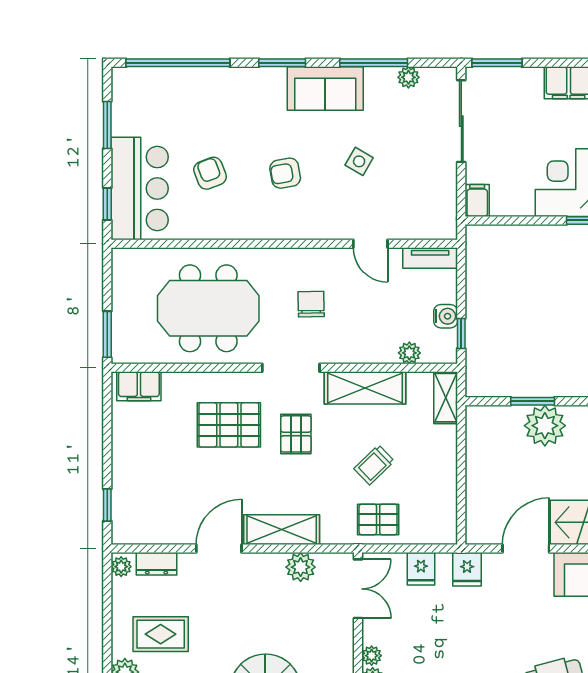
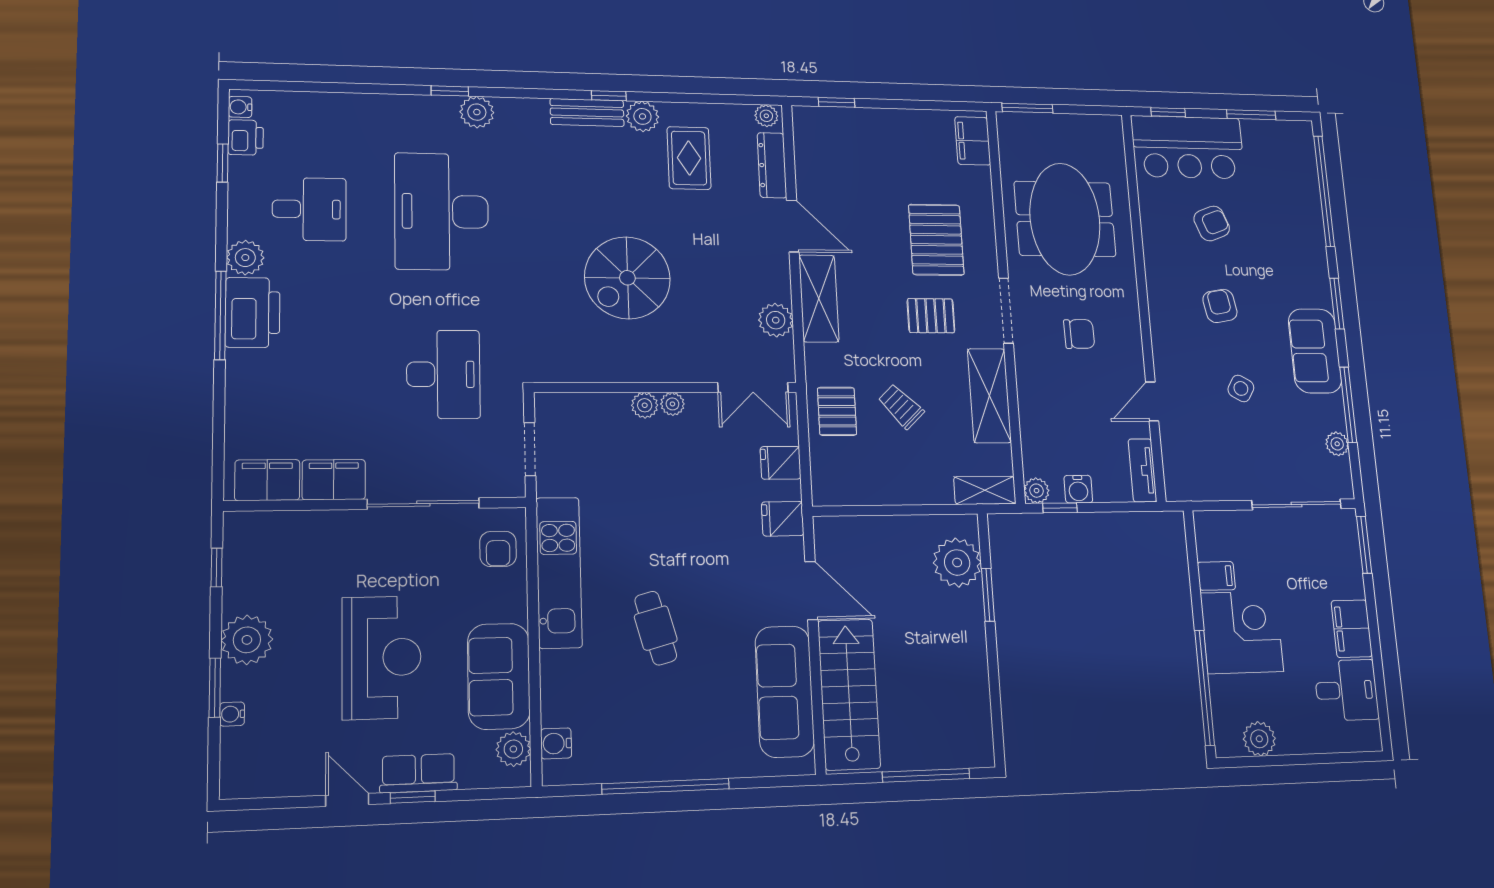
filing cabinet: (477, 200) -> (1216, 576), moved
plant: (409, 353) -> (1037, 491), moved
plant: (545, 426) -> (957, 563), moved
dresser: (157, 564) -> (772, 165), width x1.44

